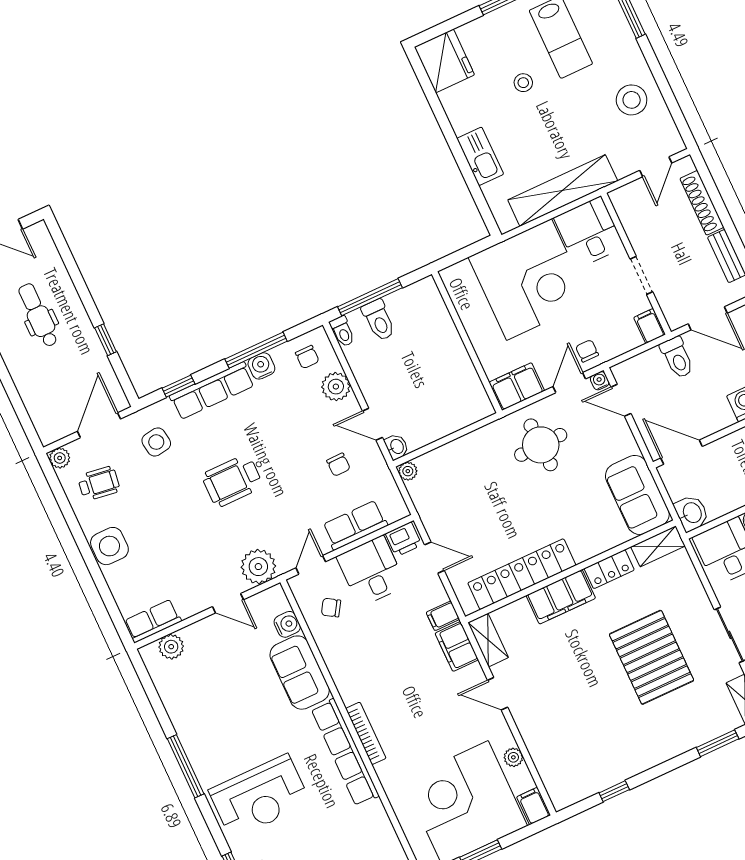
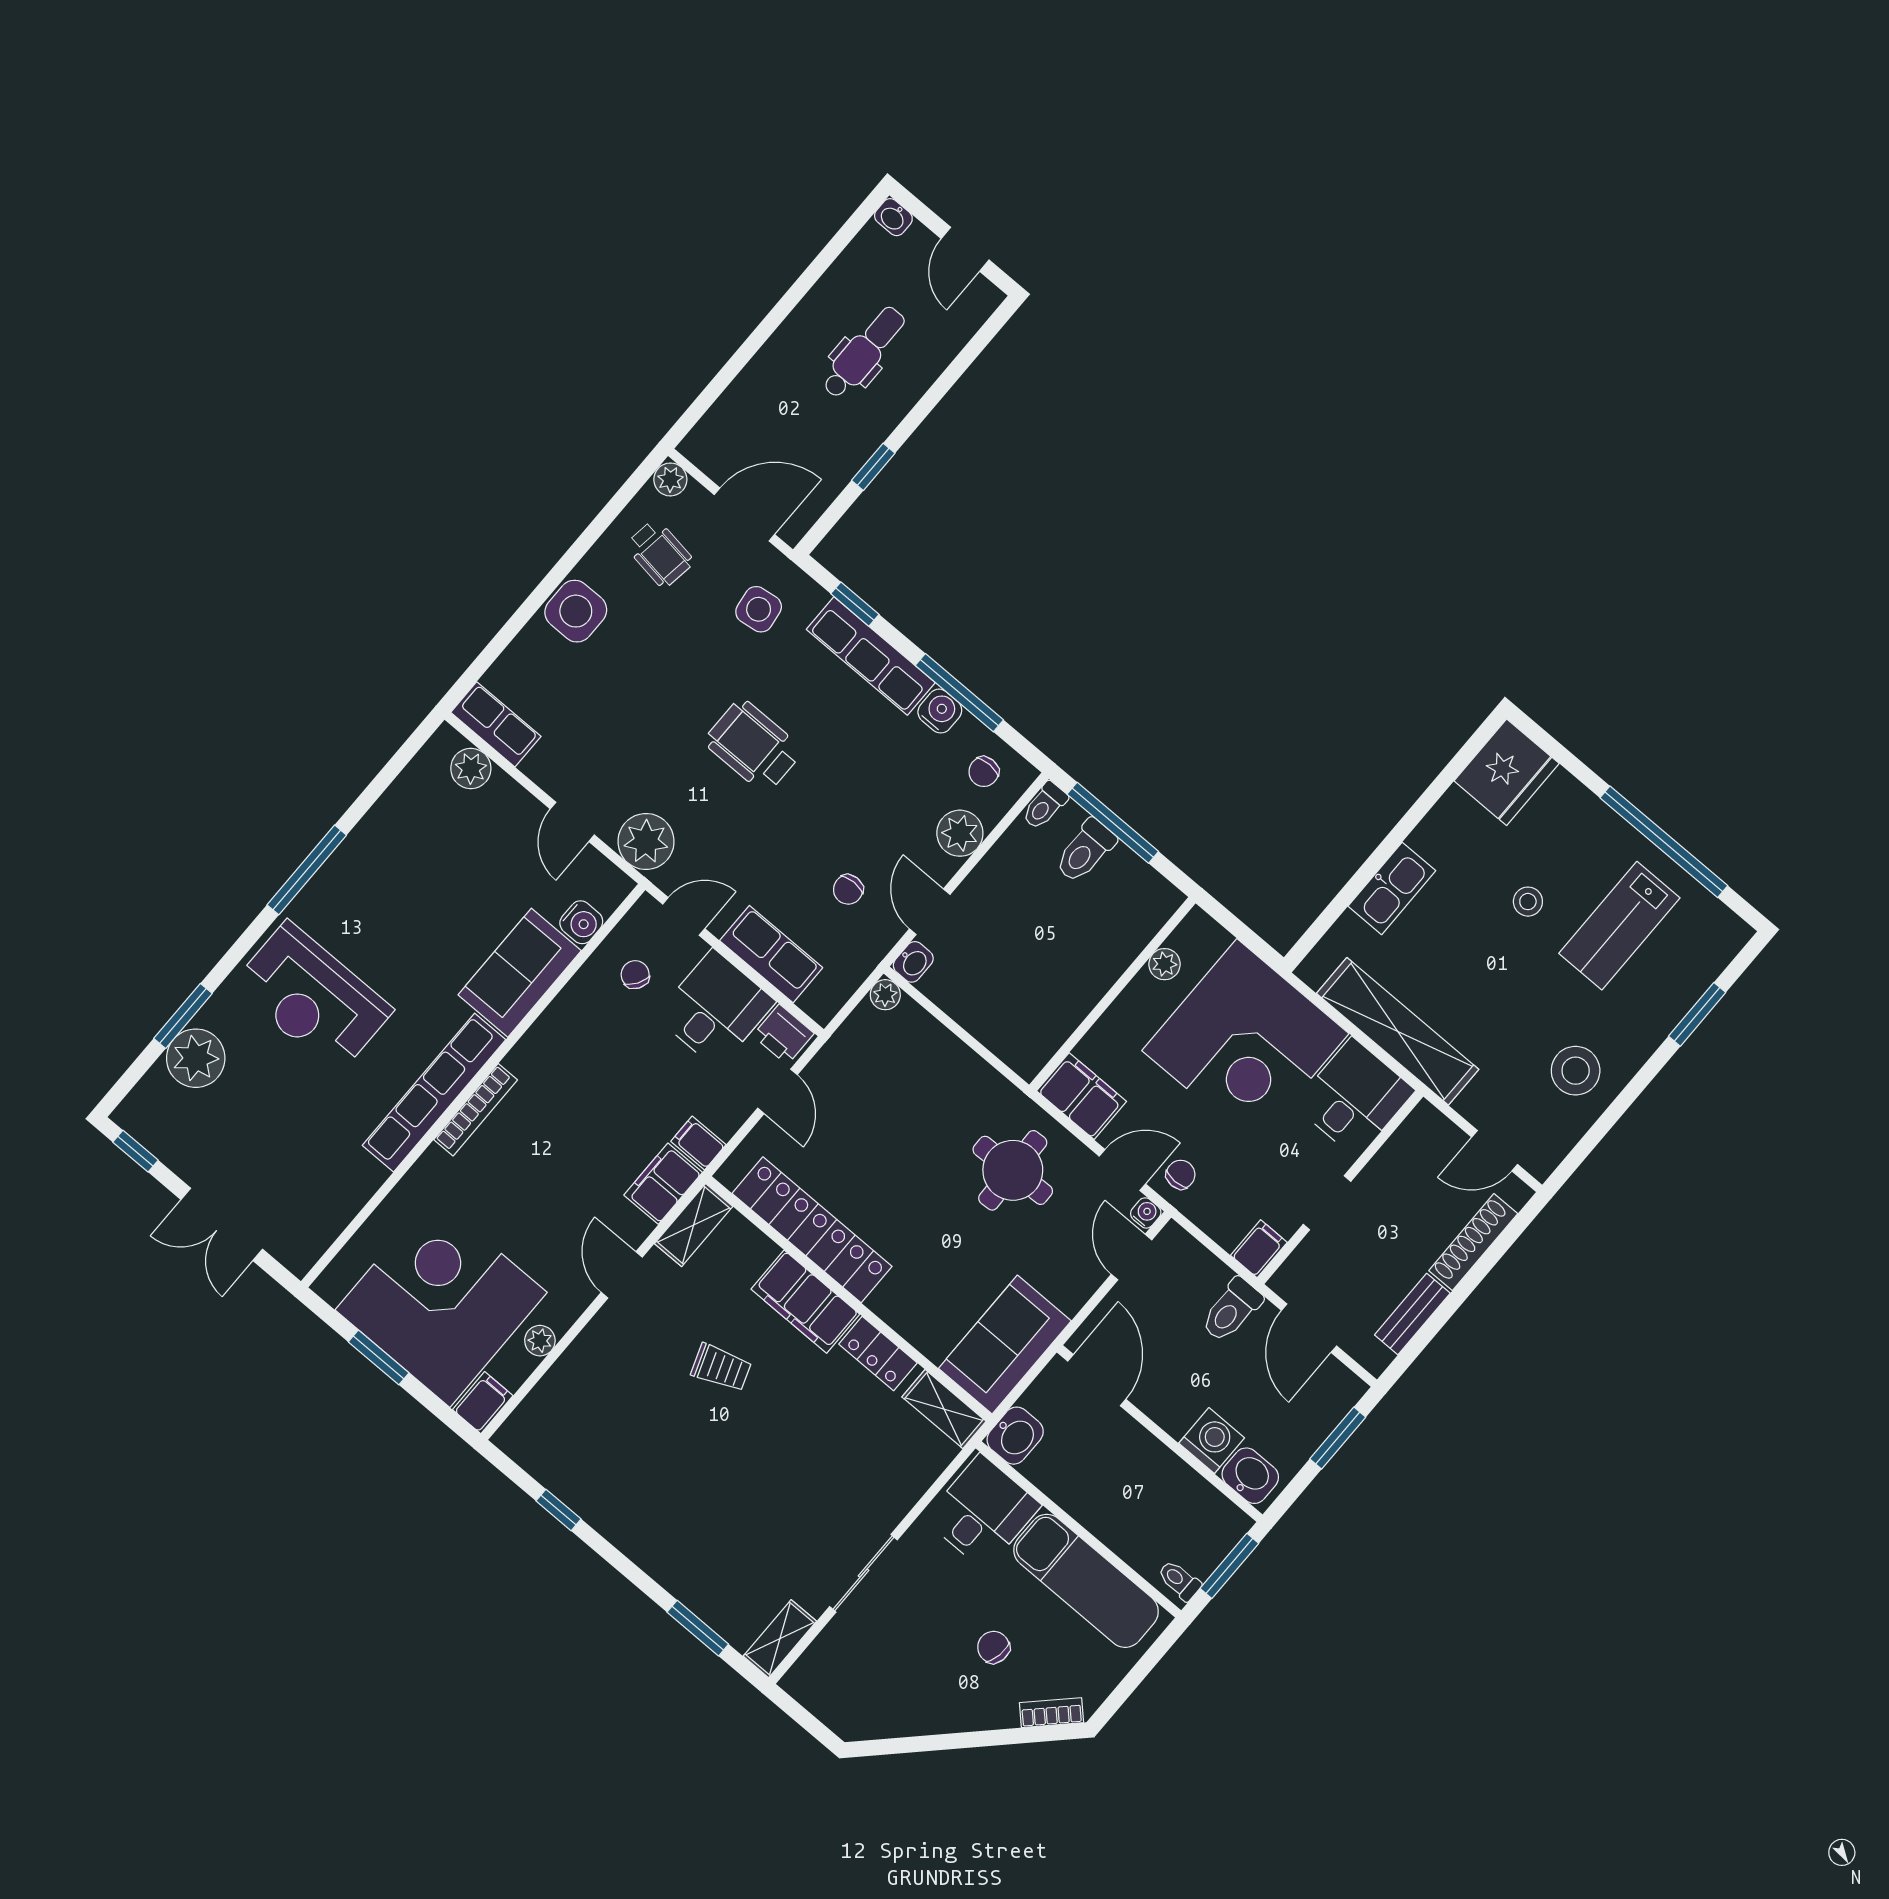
plant: (464, 305) -> (1165, 964), added
pallet: (652, 657) -> (778, 1474), removed
trolley: (576, 662) -> (721, 1368), added

